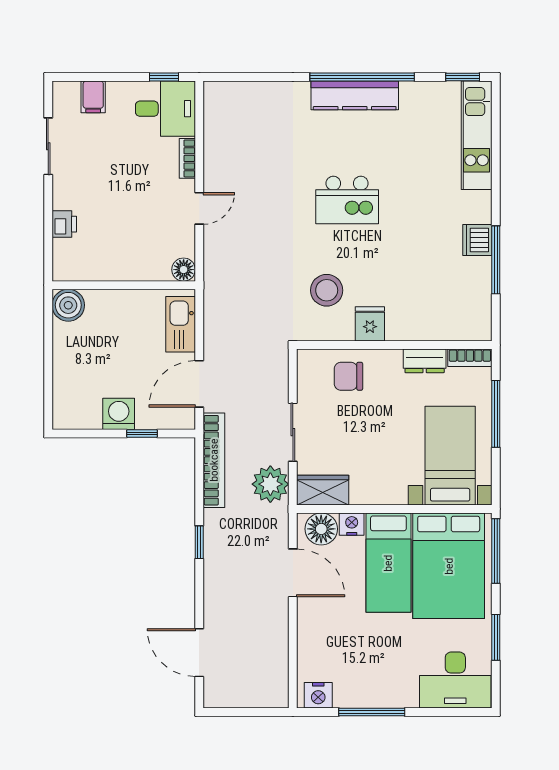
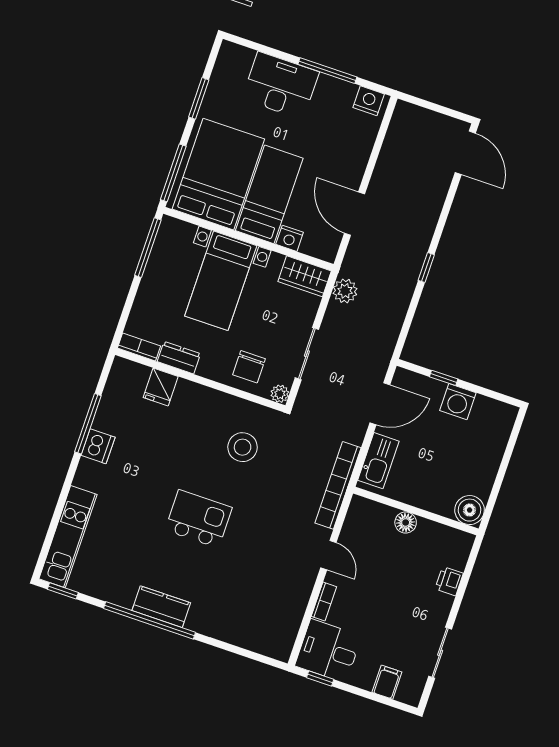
kitchen counter: (355, 95) -> (161, 607), width x0.67
door: (199, 208) -> (328, 555), swing flipped
floor lamp: (184, 270) -> (406, 523), moved
fridge: (370, 324) -> (161, 387), moved
plant: (307, 359) -> (280, 394), added
chair: (348, 376) -> (249, 367), turned 90
window: (496, 414) -> (148, 248), moved
sliding door: (293, 432) -> (307, 354), moved
bed with nightstands: (450, 456) -> (221, 281), moved
bookcase: (214, 460) -> (338, 485), moved
plant: (270, 484) -> (345, 291), width x0.73, depth x0.73
floor lamp: (321, 529) -> (317, 243), removed
door: (199, 653) -> (465, 153), moved
desk: (455, 680) -> (281, 85), moved

